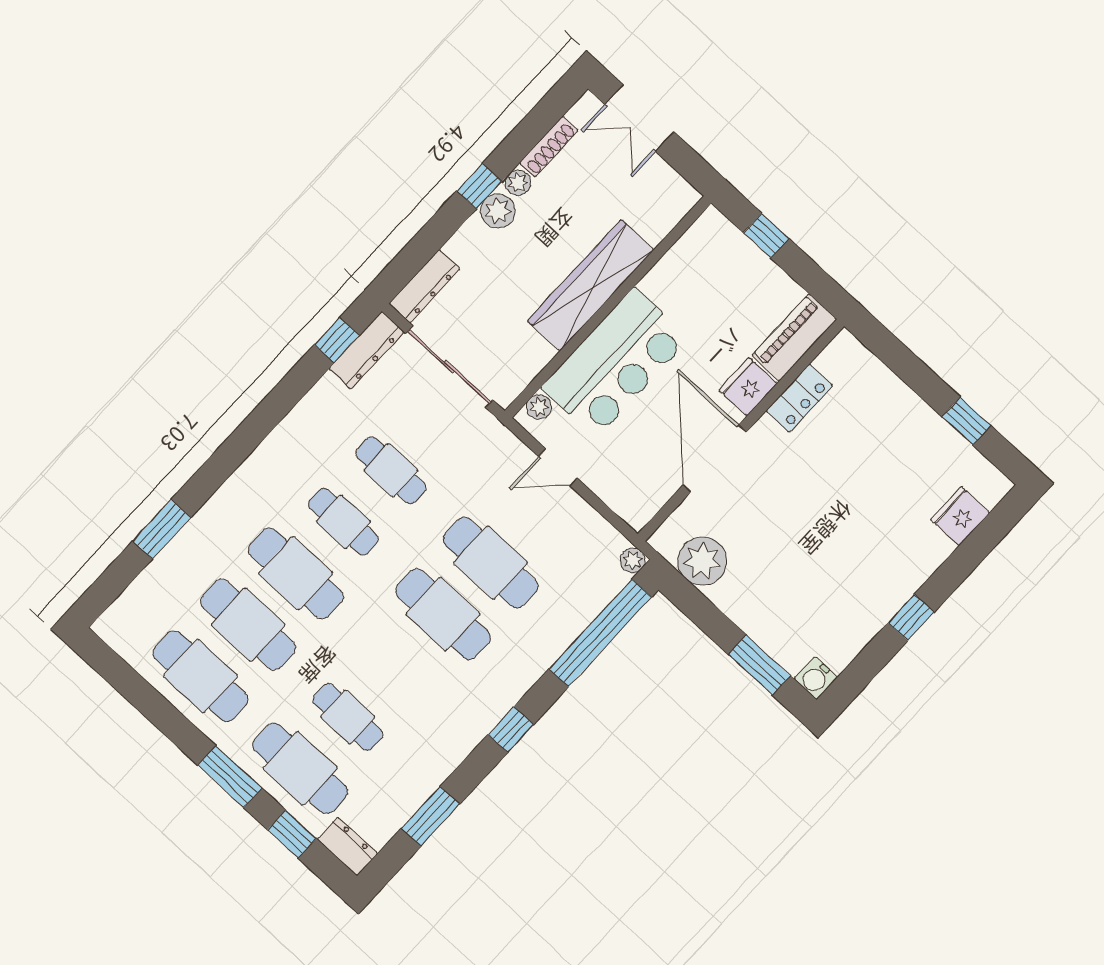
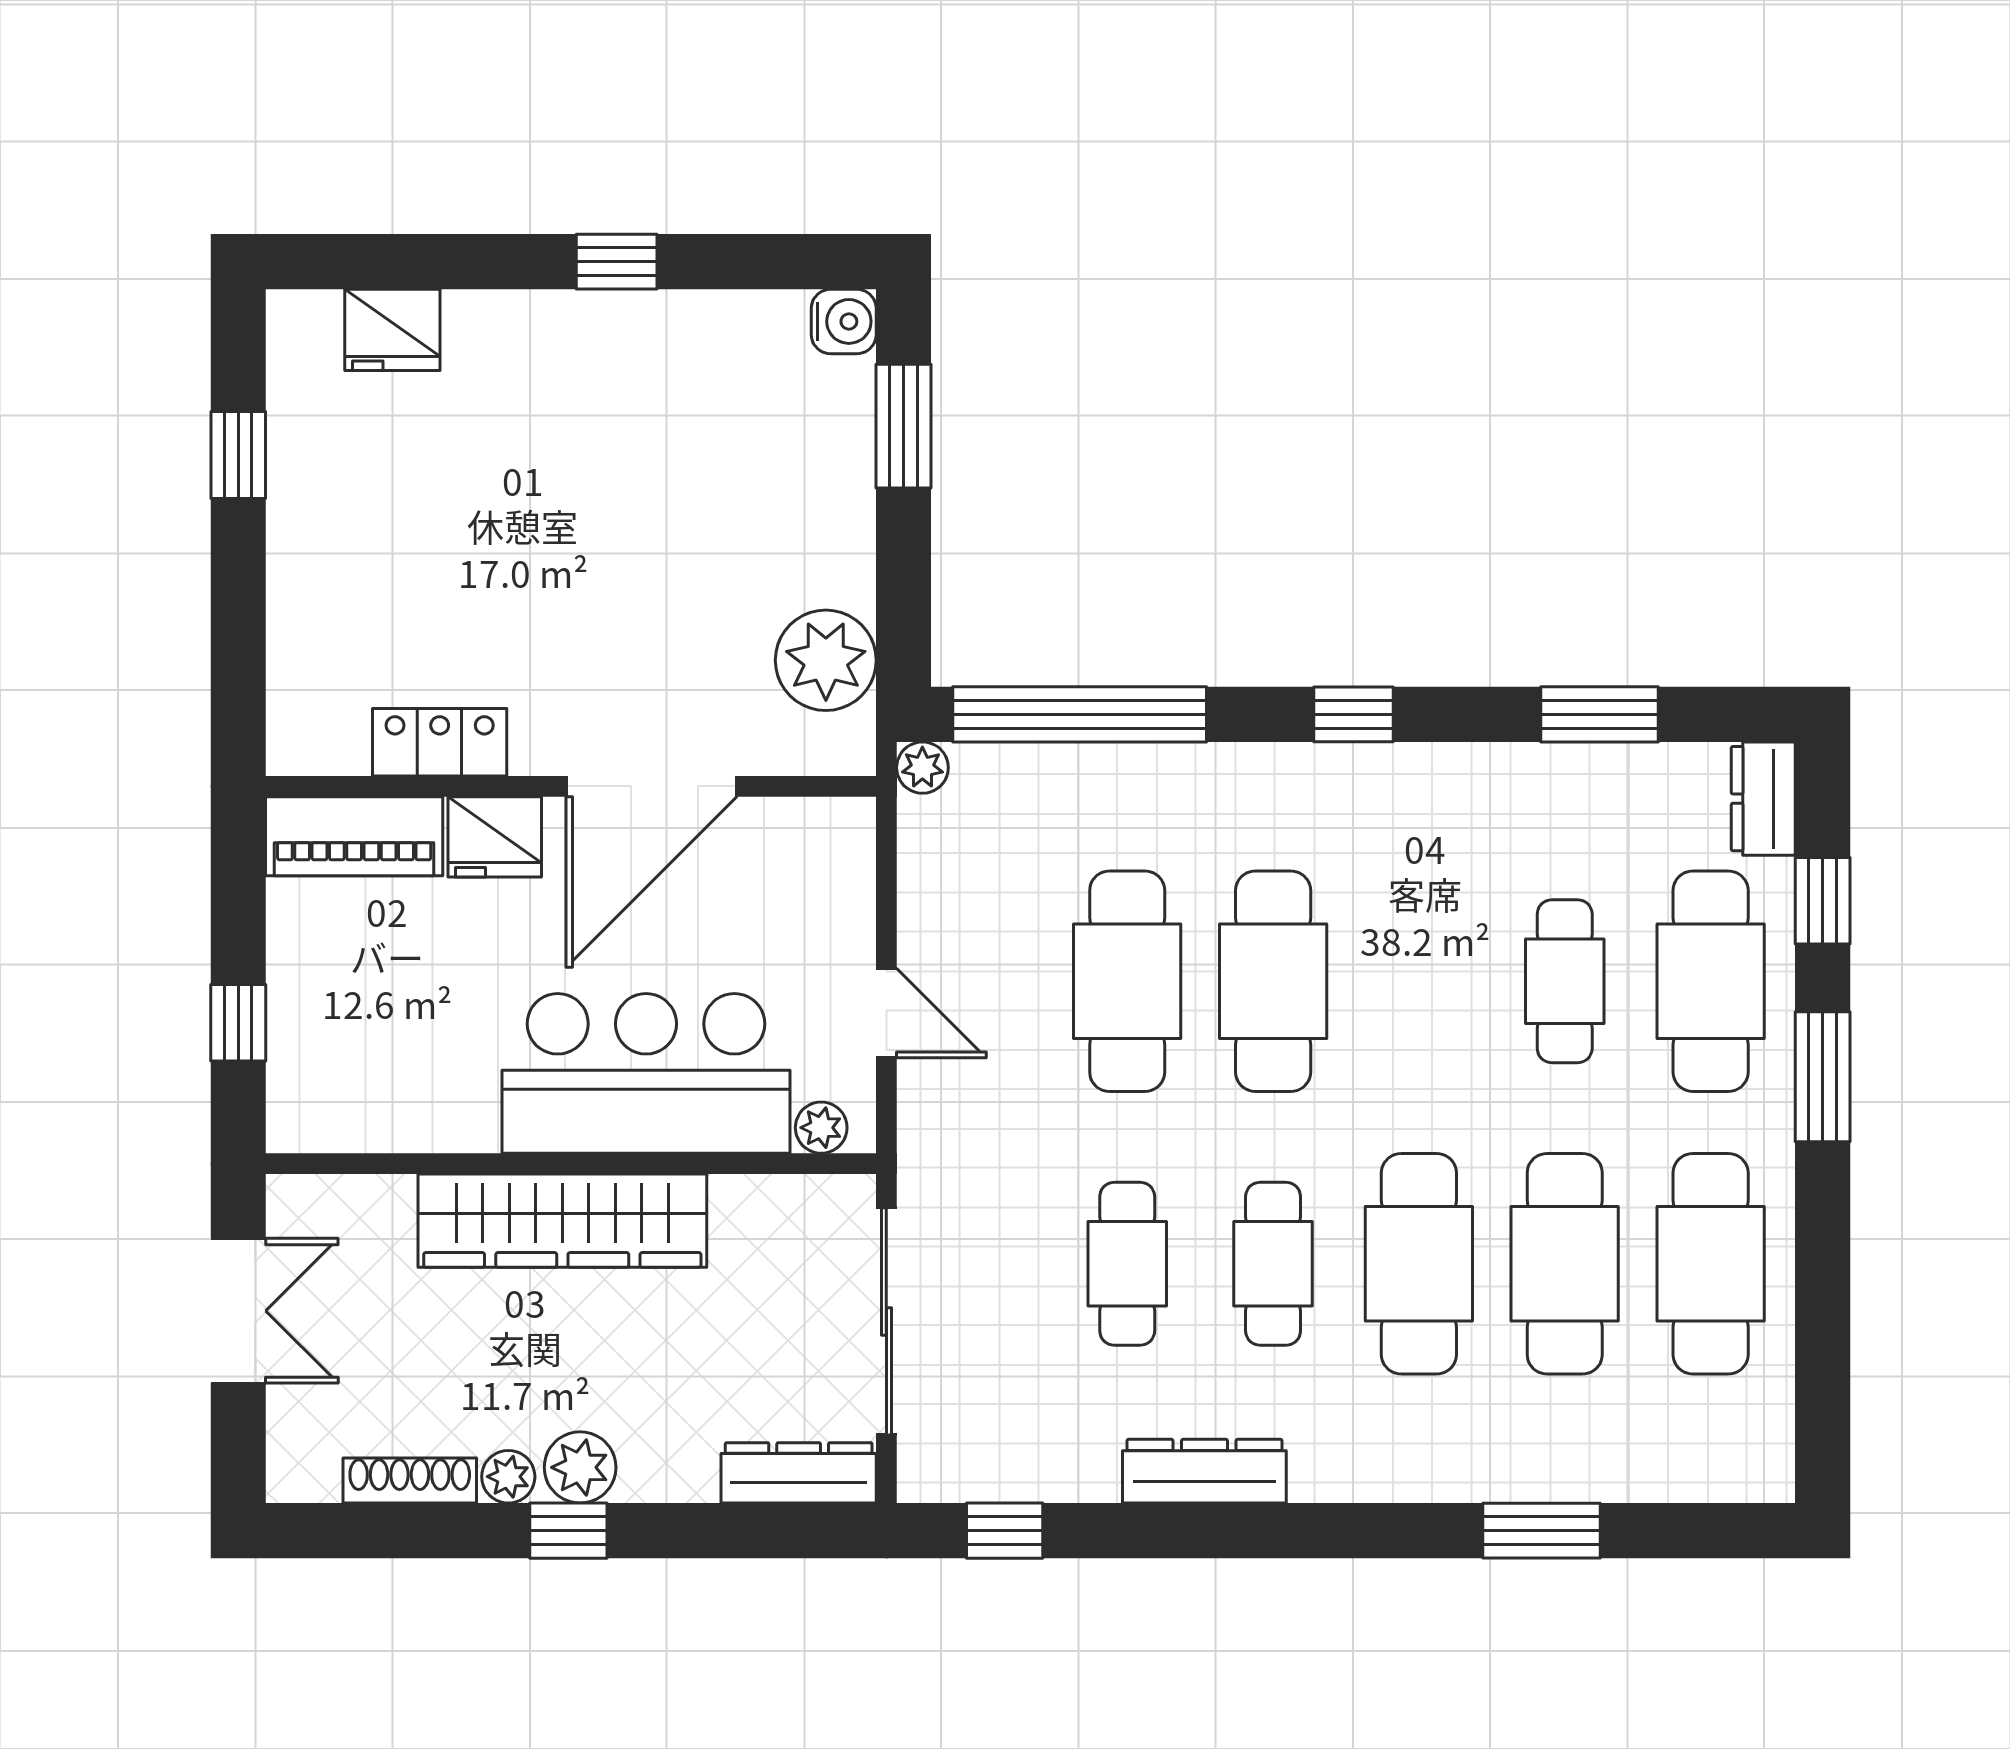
double door: (639, 118) -> (238, 1311), moved
dresser: (366, 350) -> (1204, 1471), moved

